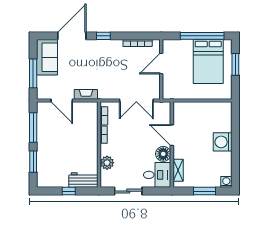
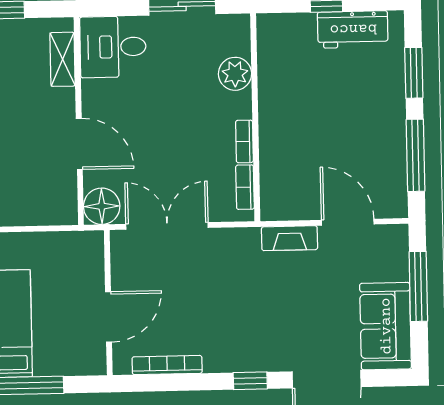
floor lamp: (163, 154) -> (102, 206), moved
workbench: (83, 180) -> (353, 29), moved

